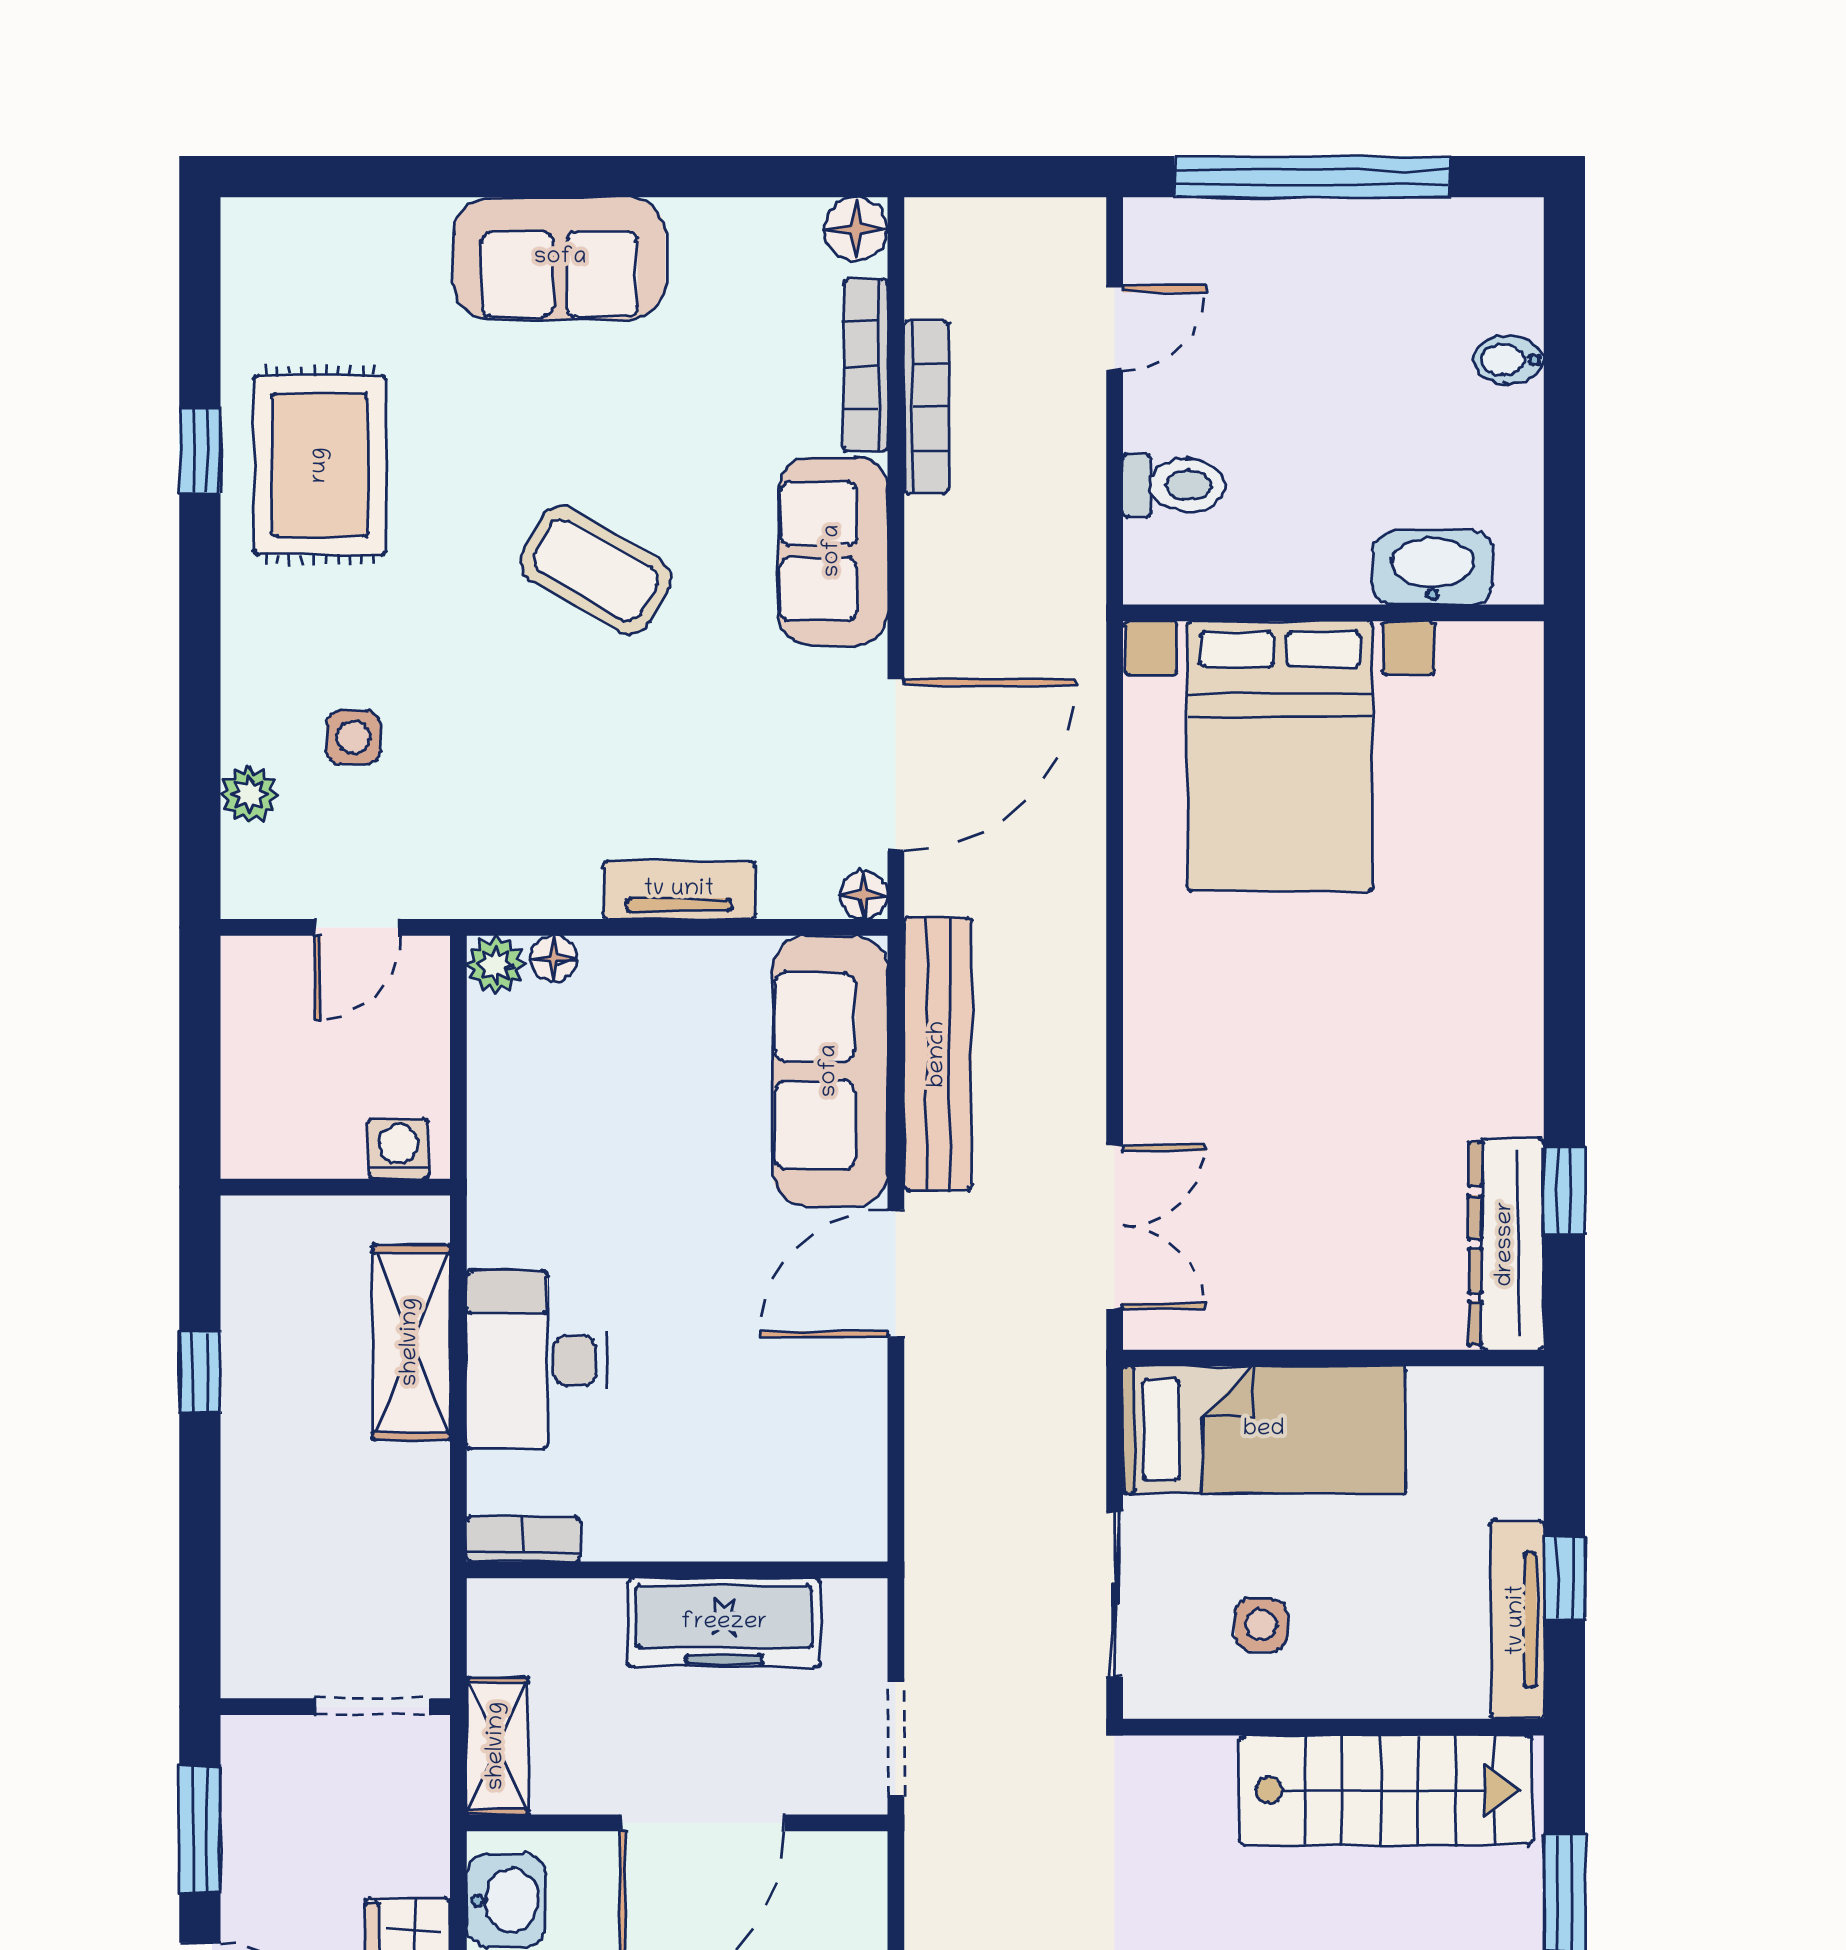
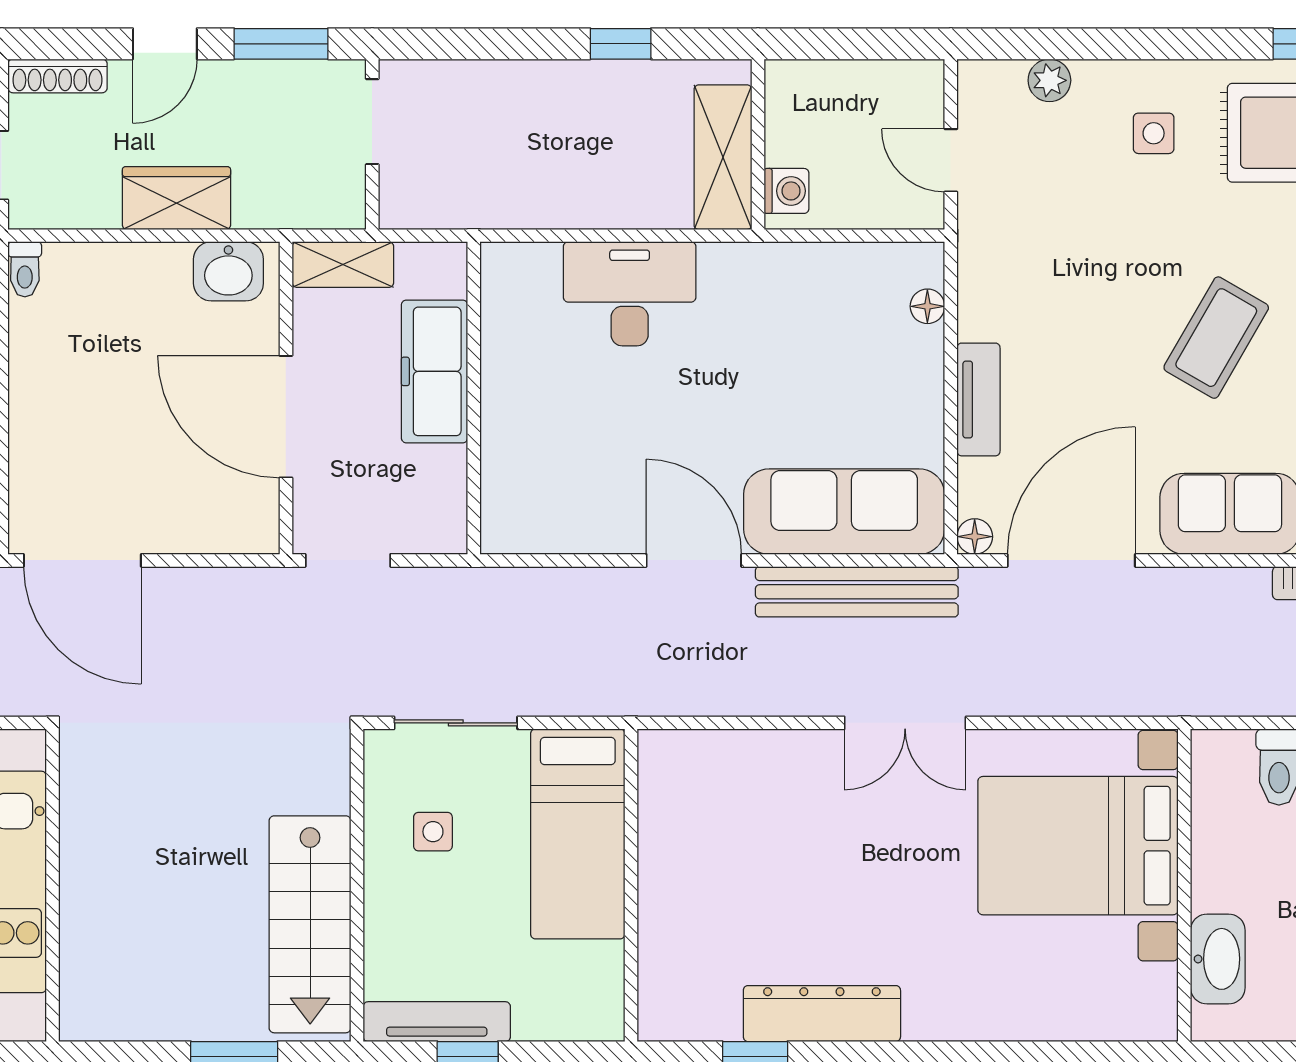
side table: (354, 737) -> (1154, 133), moved
door: (896, 765) -> (1071, 560), swing flipped
plant: (496, 965) -> (923, 263), removed
double door: (1115, 1227) -> (905, 723), moved
dresser: (1506, 1244) -> (822, 1014), moved
shelving: (411, 1342) -> (723, 157), moved, turned 90
bookcase: (523, 1539) -> (497, 284), removed
freezer: (724, 1623) -> (434, 371), moved
doorway: (373, 1707) -> (372, 122), moved

